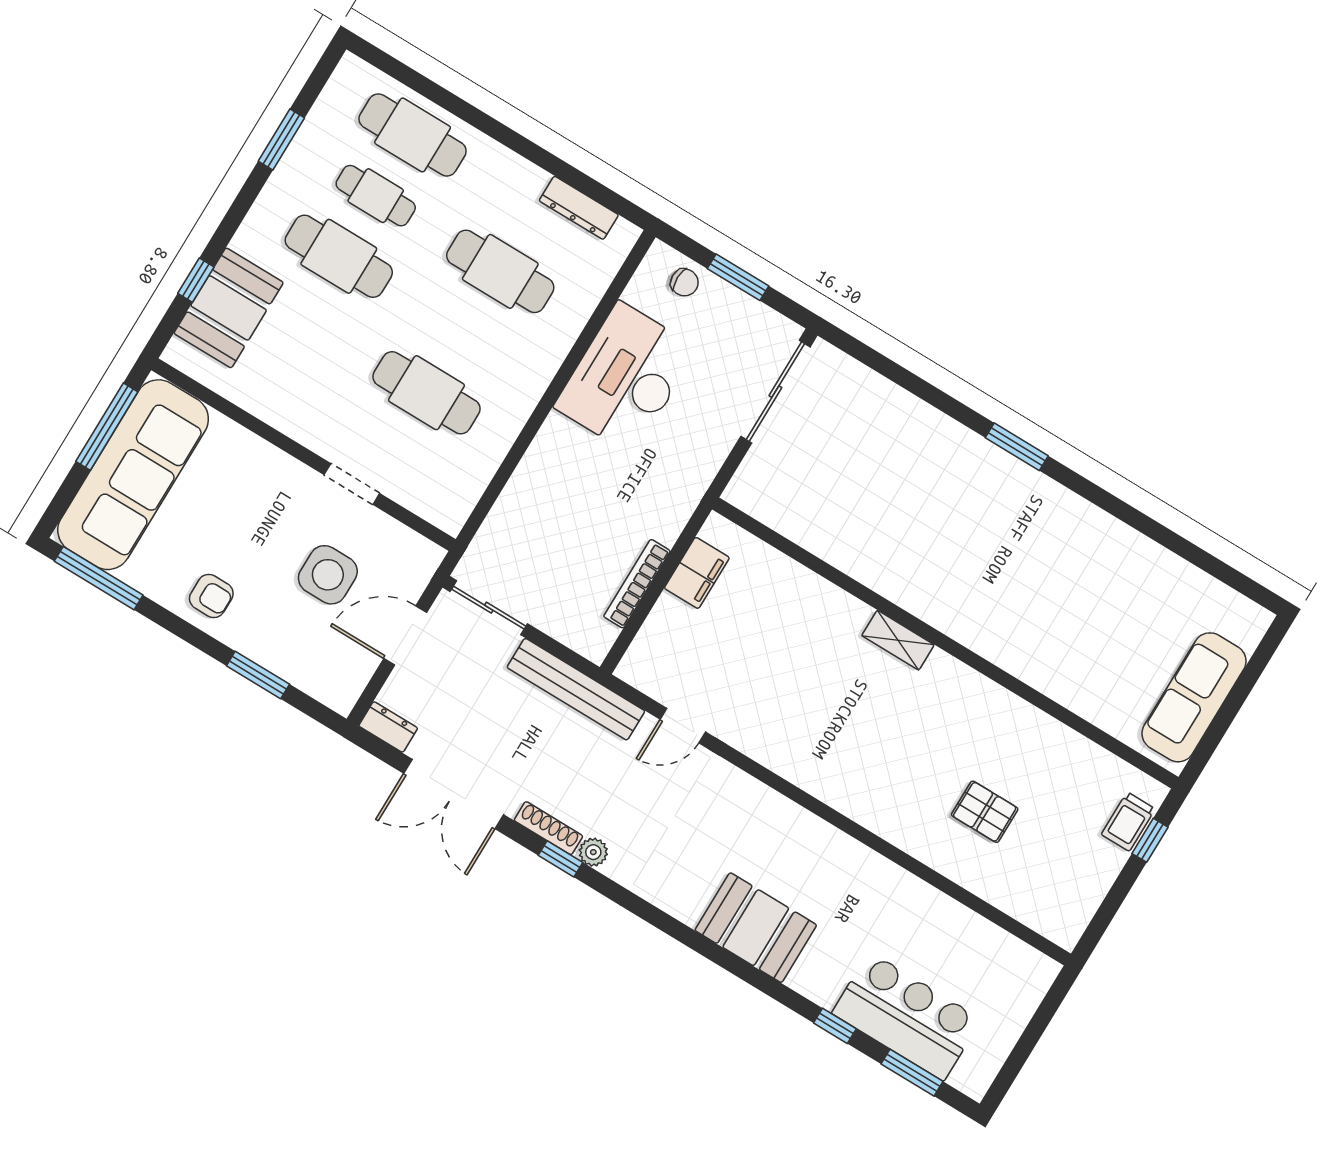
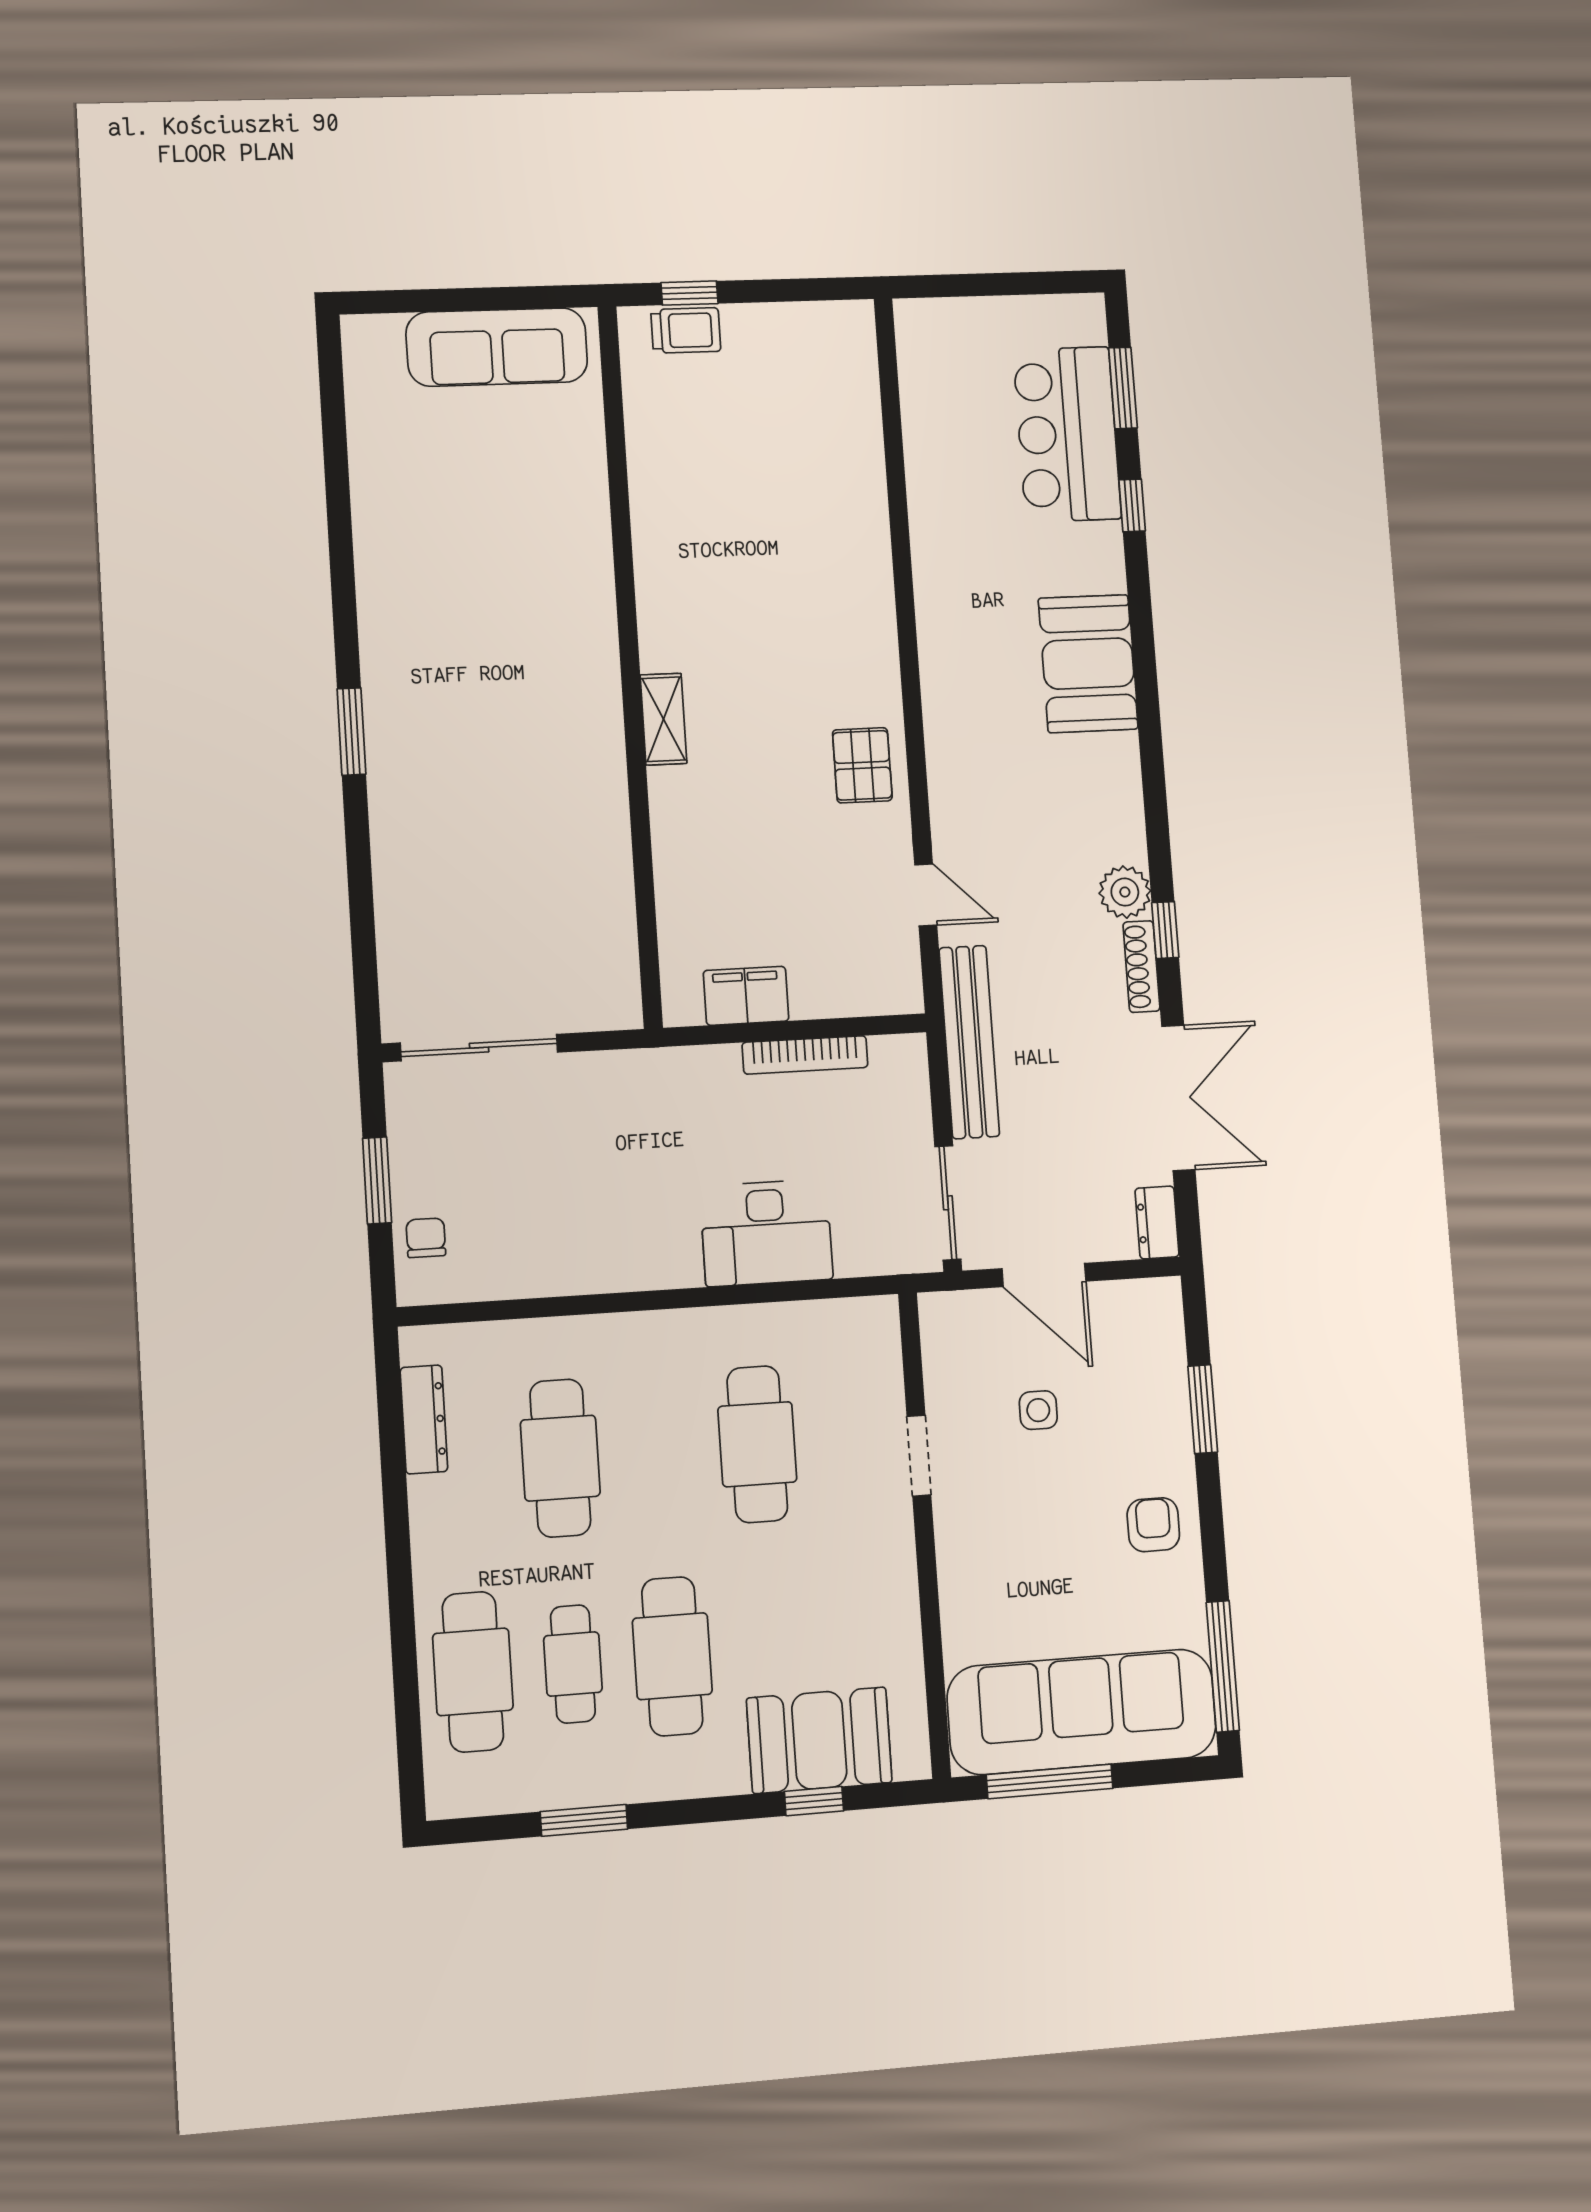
desk: (626, 378) -> (766, 1233), moved, width x0.73, depth x0.77
side table: (328, 575) -> (1038, 1410), width x0.54, depth x0.54
pallet: (985, 812) -> (862, 765), moved
plant: (593, 852) -> (1125, 892), width x1.38, depth x1.38

